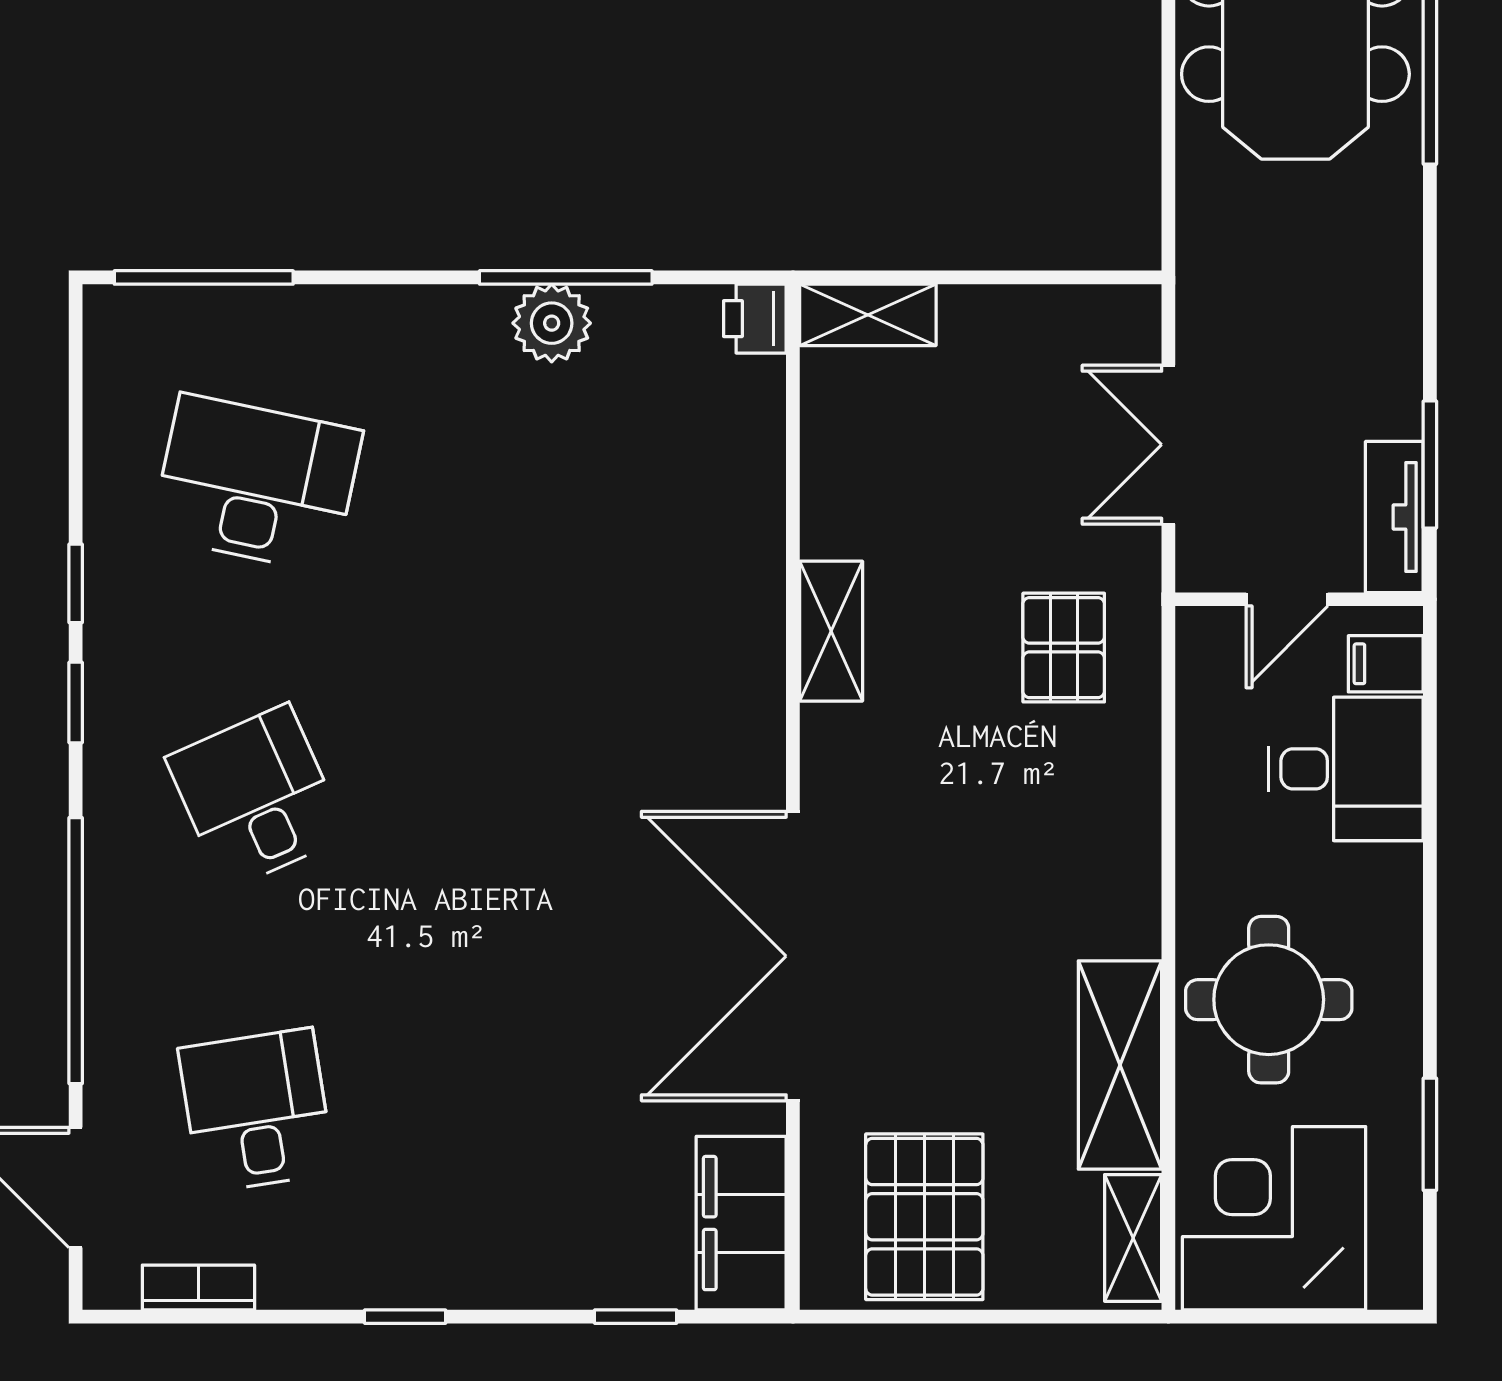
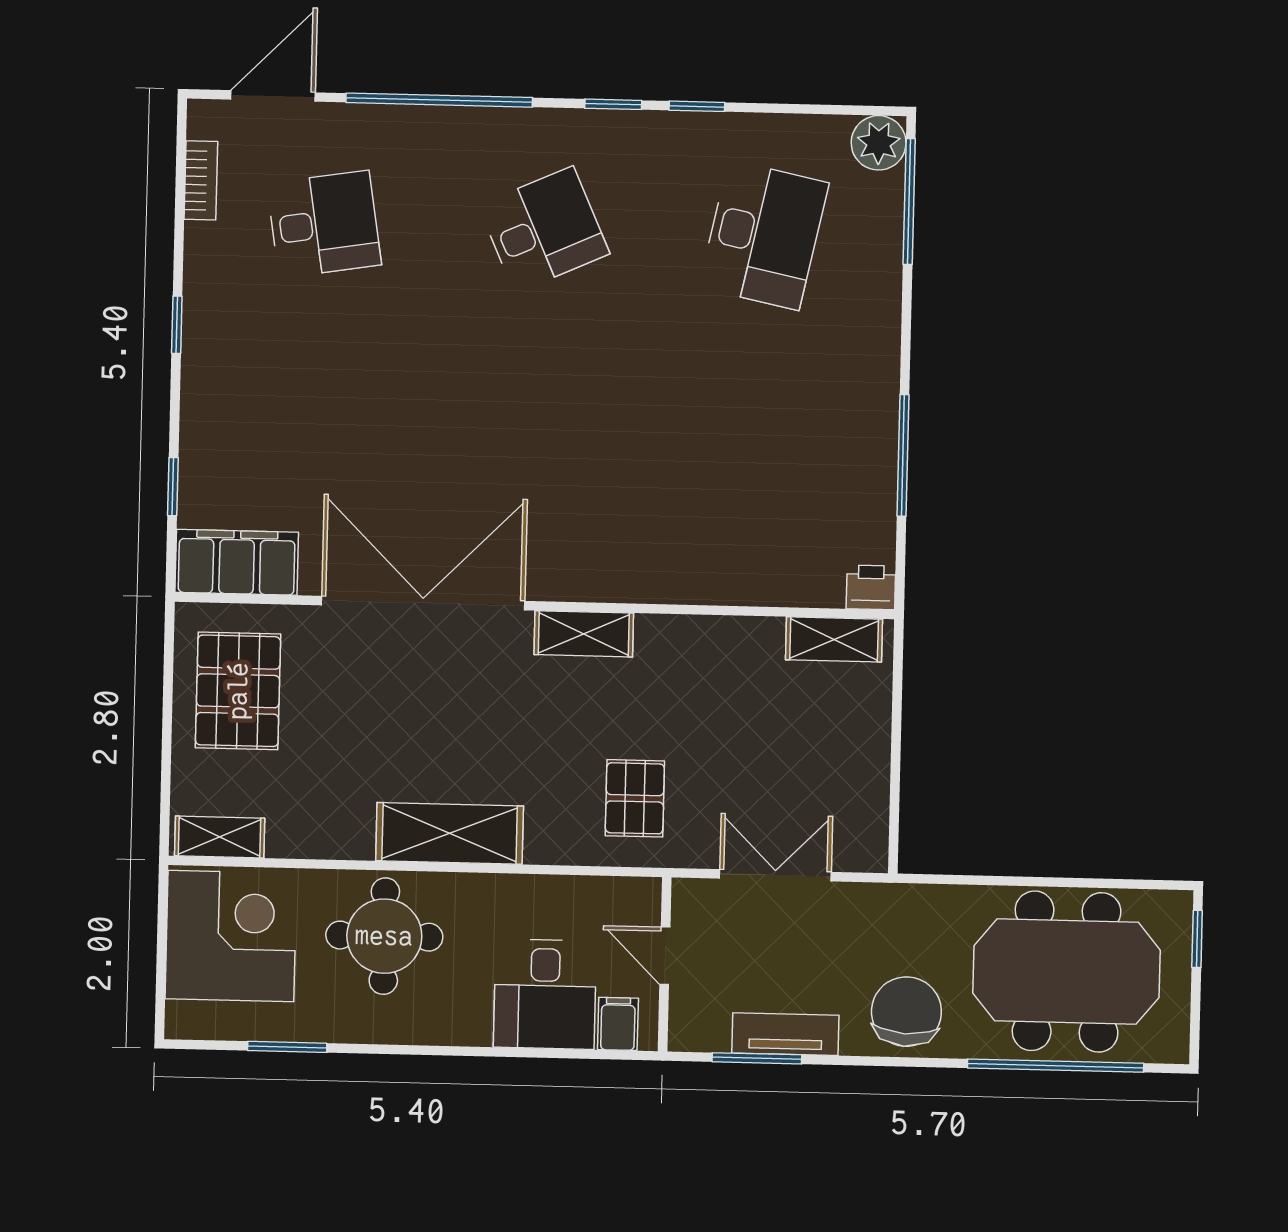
chair: (1358, 253) -> (906, 1012), added
shelving: (868, 315) -> (834, 639), moved, turned 90
plant: (552, 323) -> (879, 143), moved
tv unit: (1394, 517) -> (785, 1034), moved
shelving: (831, 631) -> (584, 634), moved
pallet: (1064, 648) -> (635, 798), turned 90
shelving: (1120, 1065) -> (450, 833), moved
pallet: (924, 1217) -> (238, 691), turned 90

